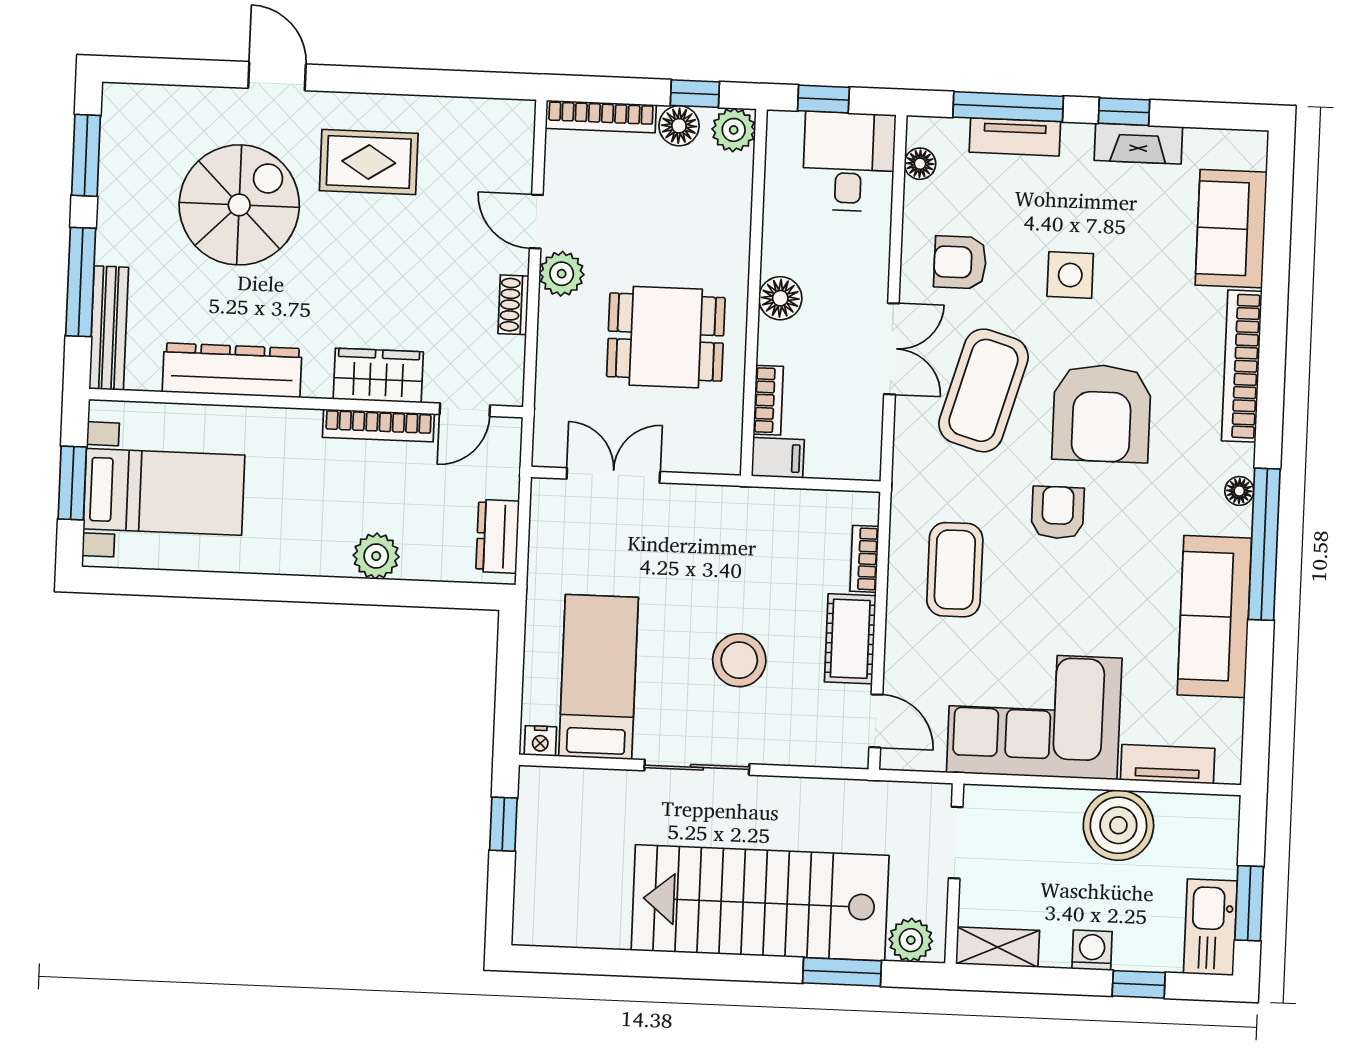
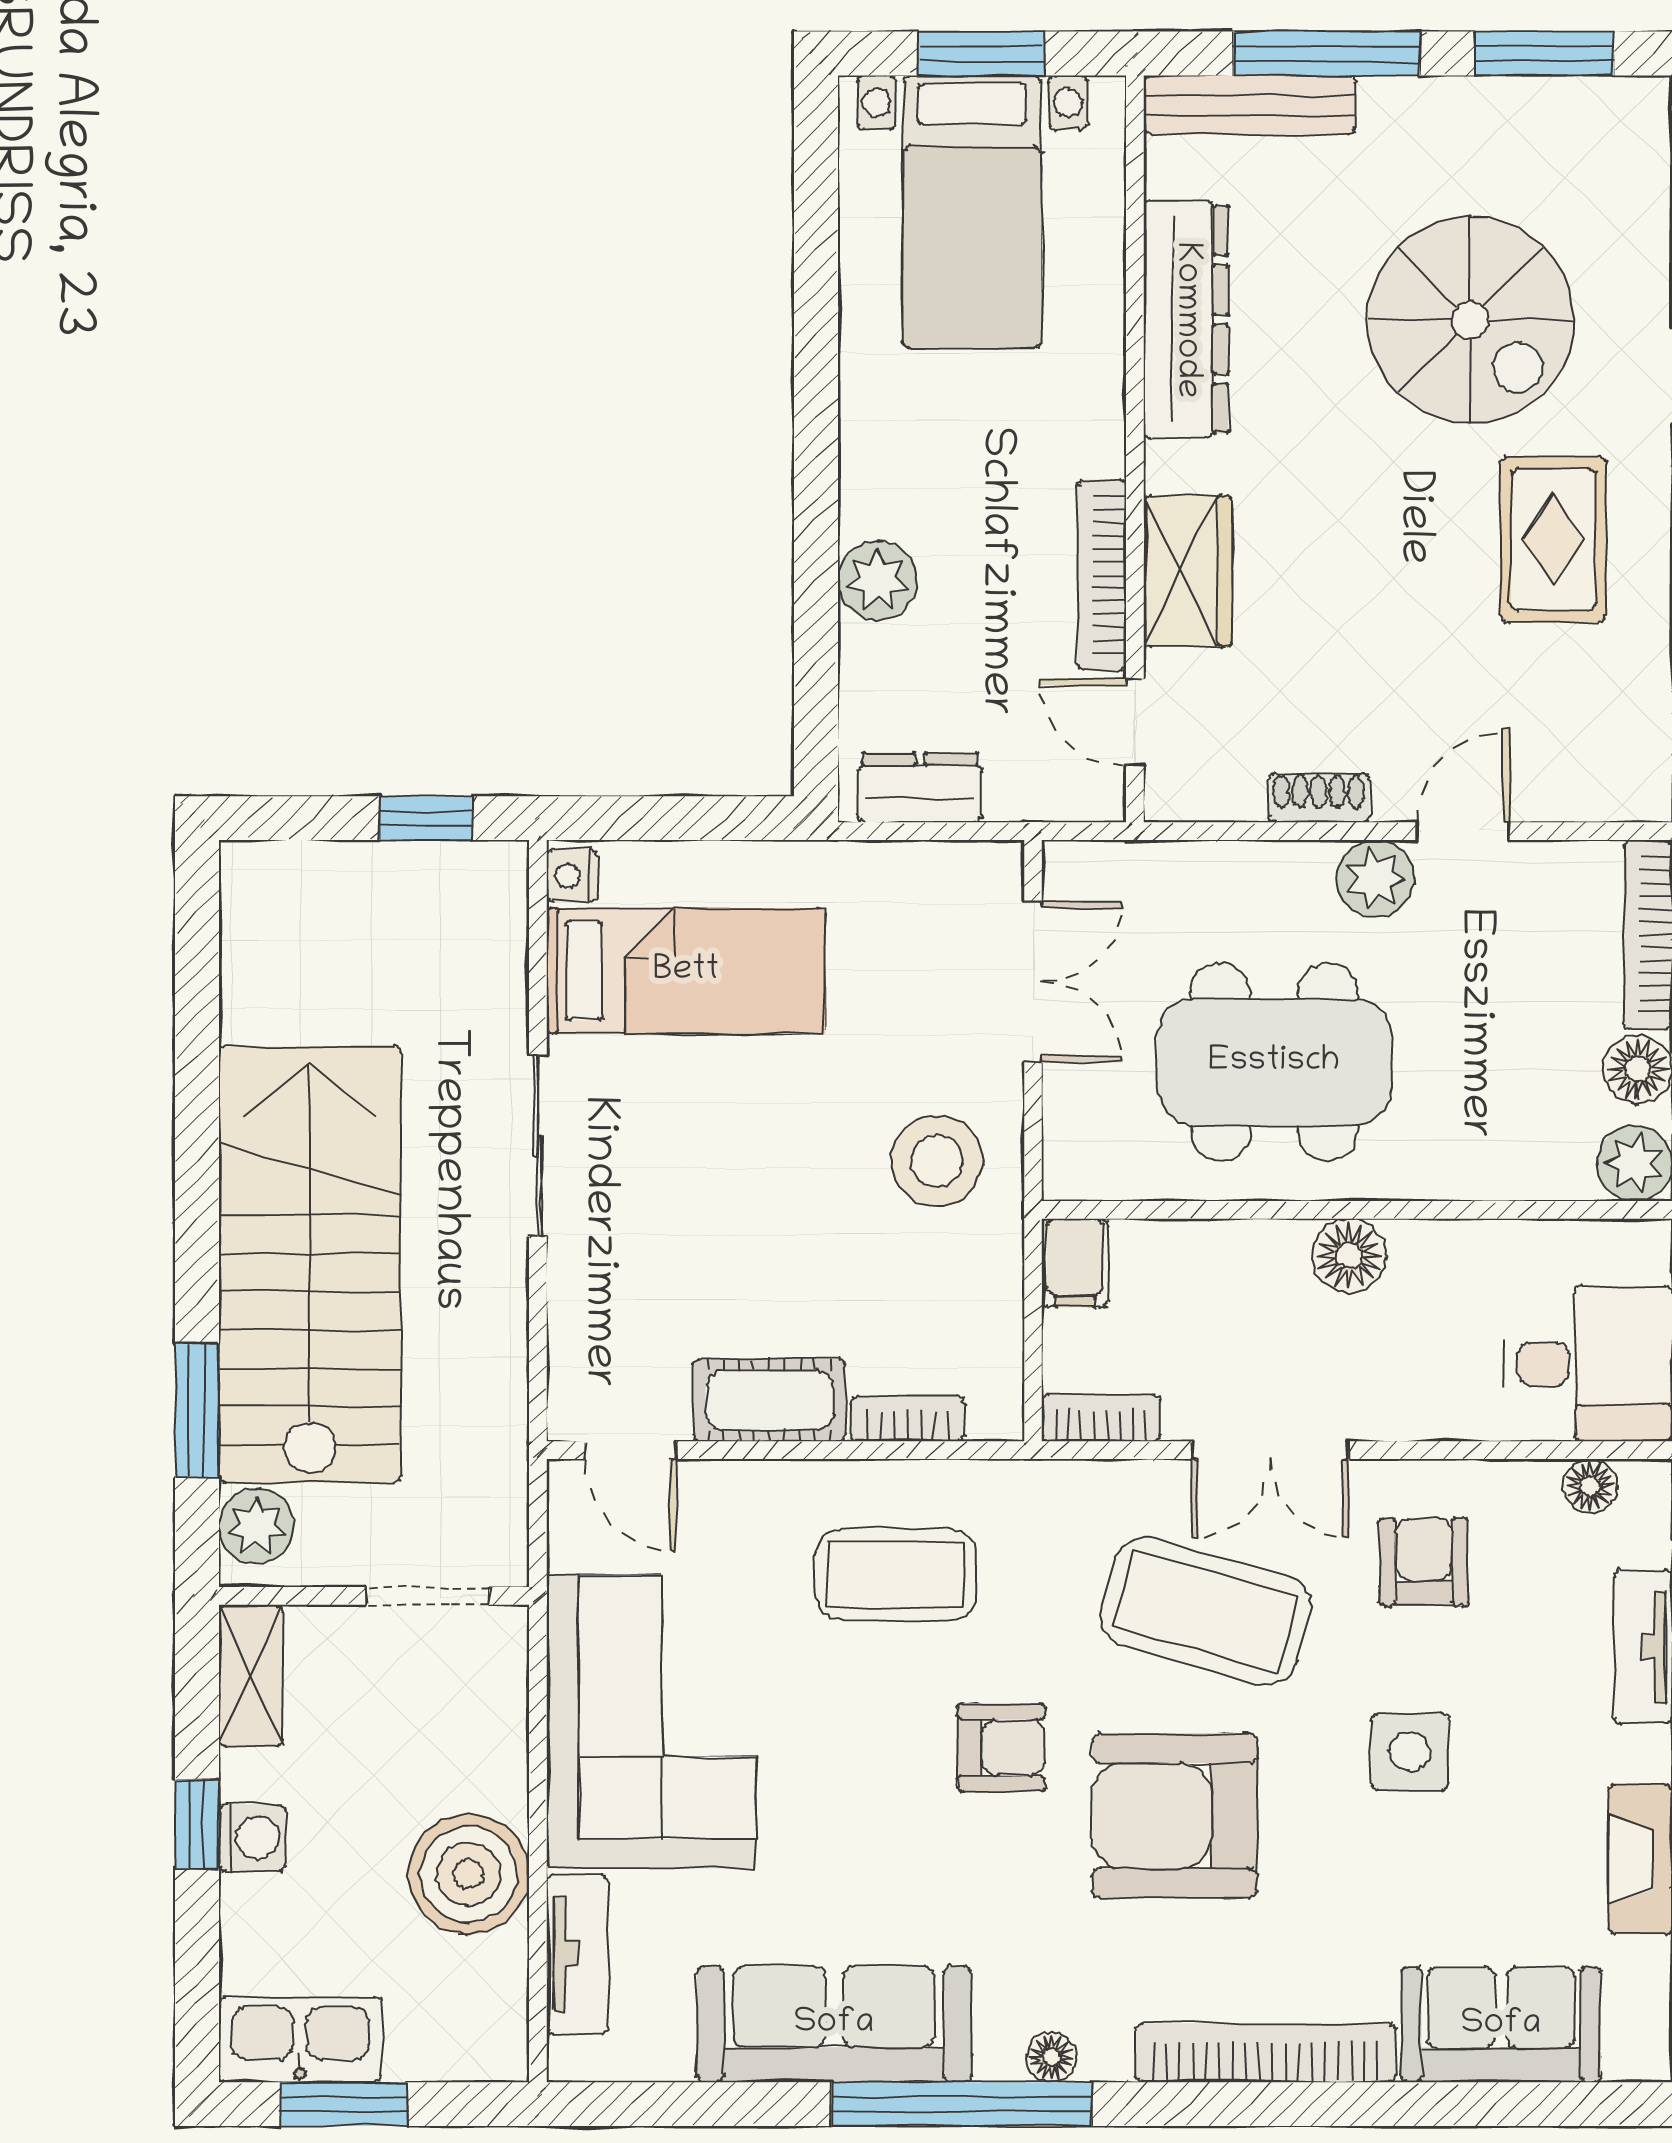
dining table: (666, 337) -> (1274, 1062), width x1.38
bookcase: (768, 400) -> (1101, 1418), moved, turned 180
stool: (739, 660) -> (937, 1161), moved
door: (876, 721) -> (630, 1450), hinge flipped
window: (1139, 984) -> (197, 1824), moved

